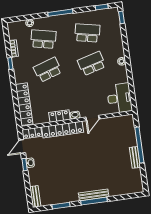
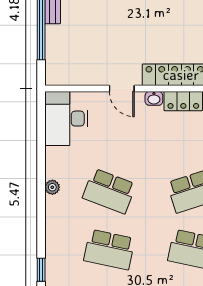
school desk: (92, 64) -> (109, 191), turned 36
door: (93, 118) -> (122, 89), swing flipped

